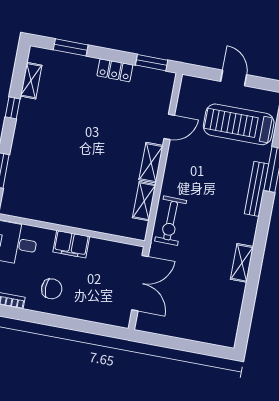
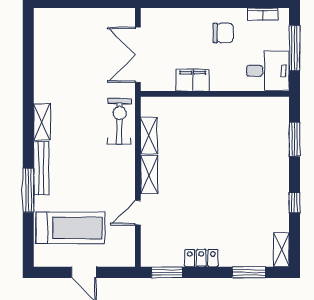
shelving: (31, 81) -> (281, 250), moved
filing cabinet: (71, 244) -> (193, 80), moved
shelving: (242, 263) -> (42, 122), moved
chair: (52, 289) -> (223, 33), turned 180

